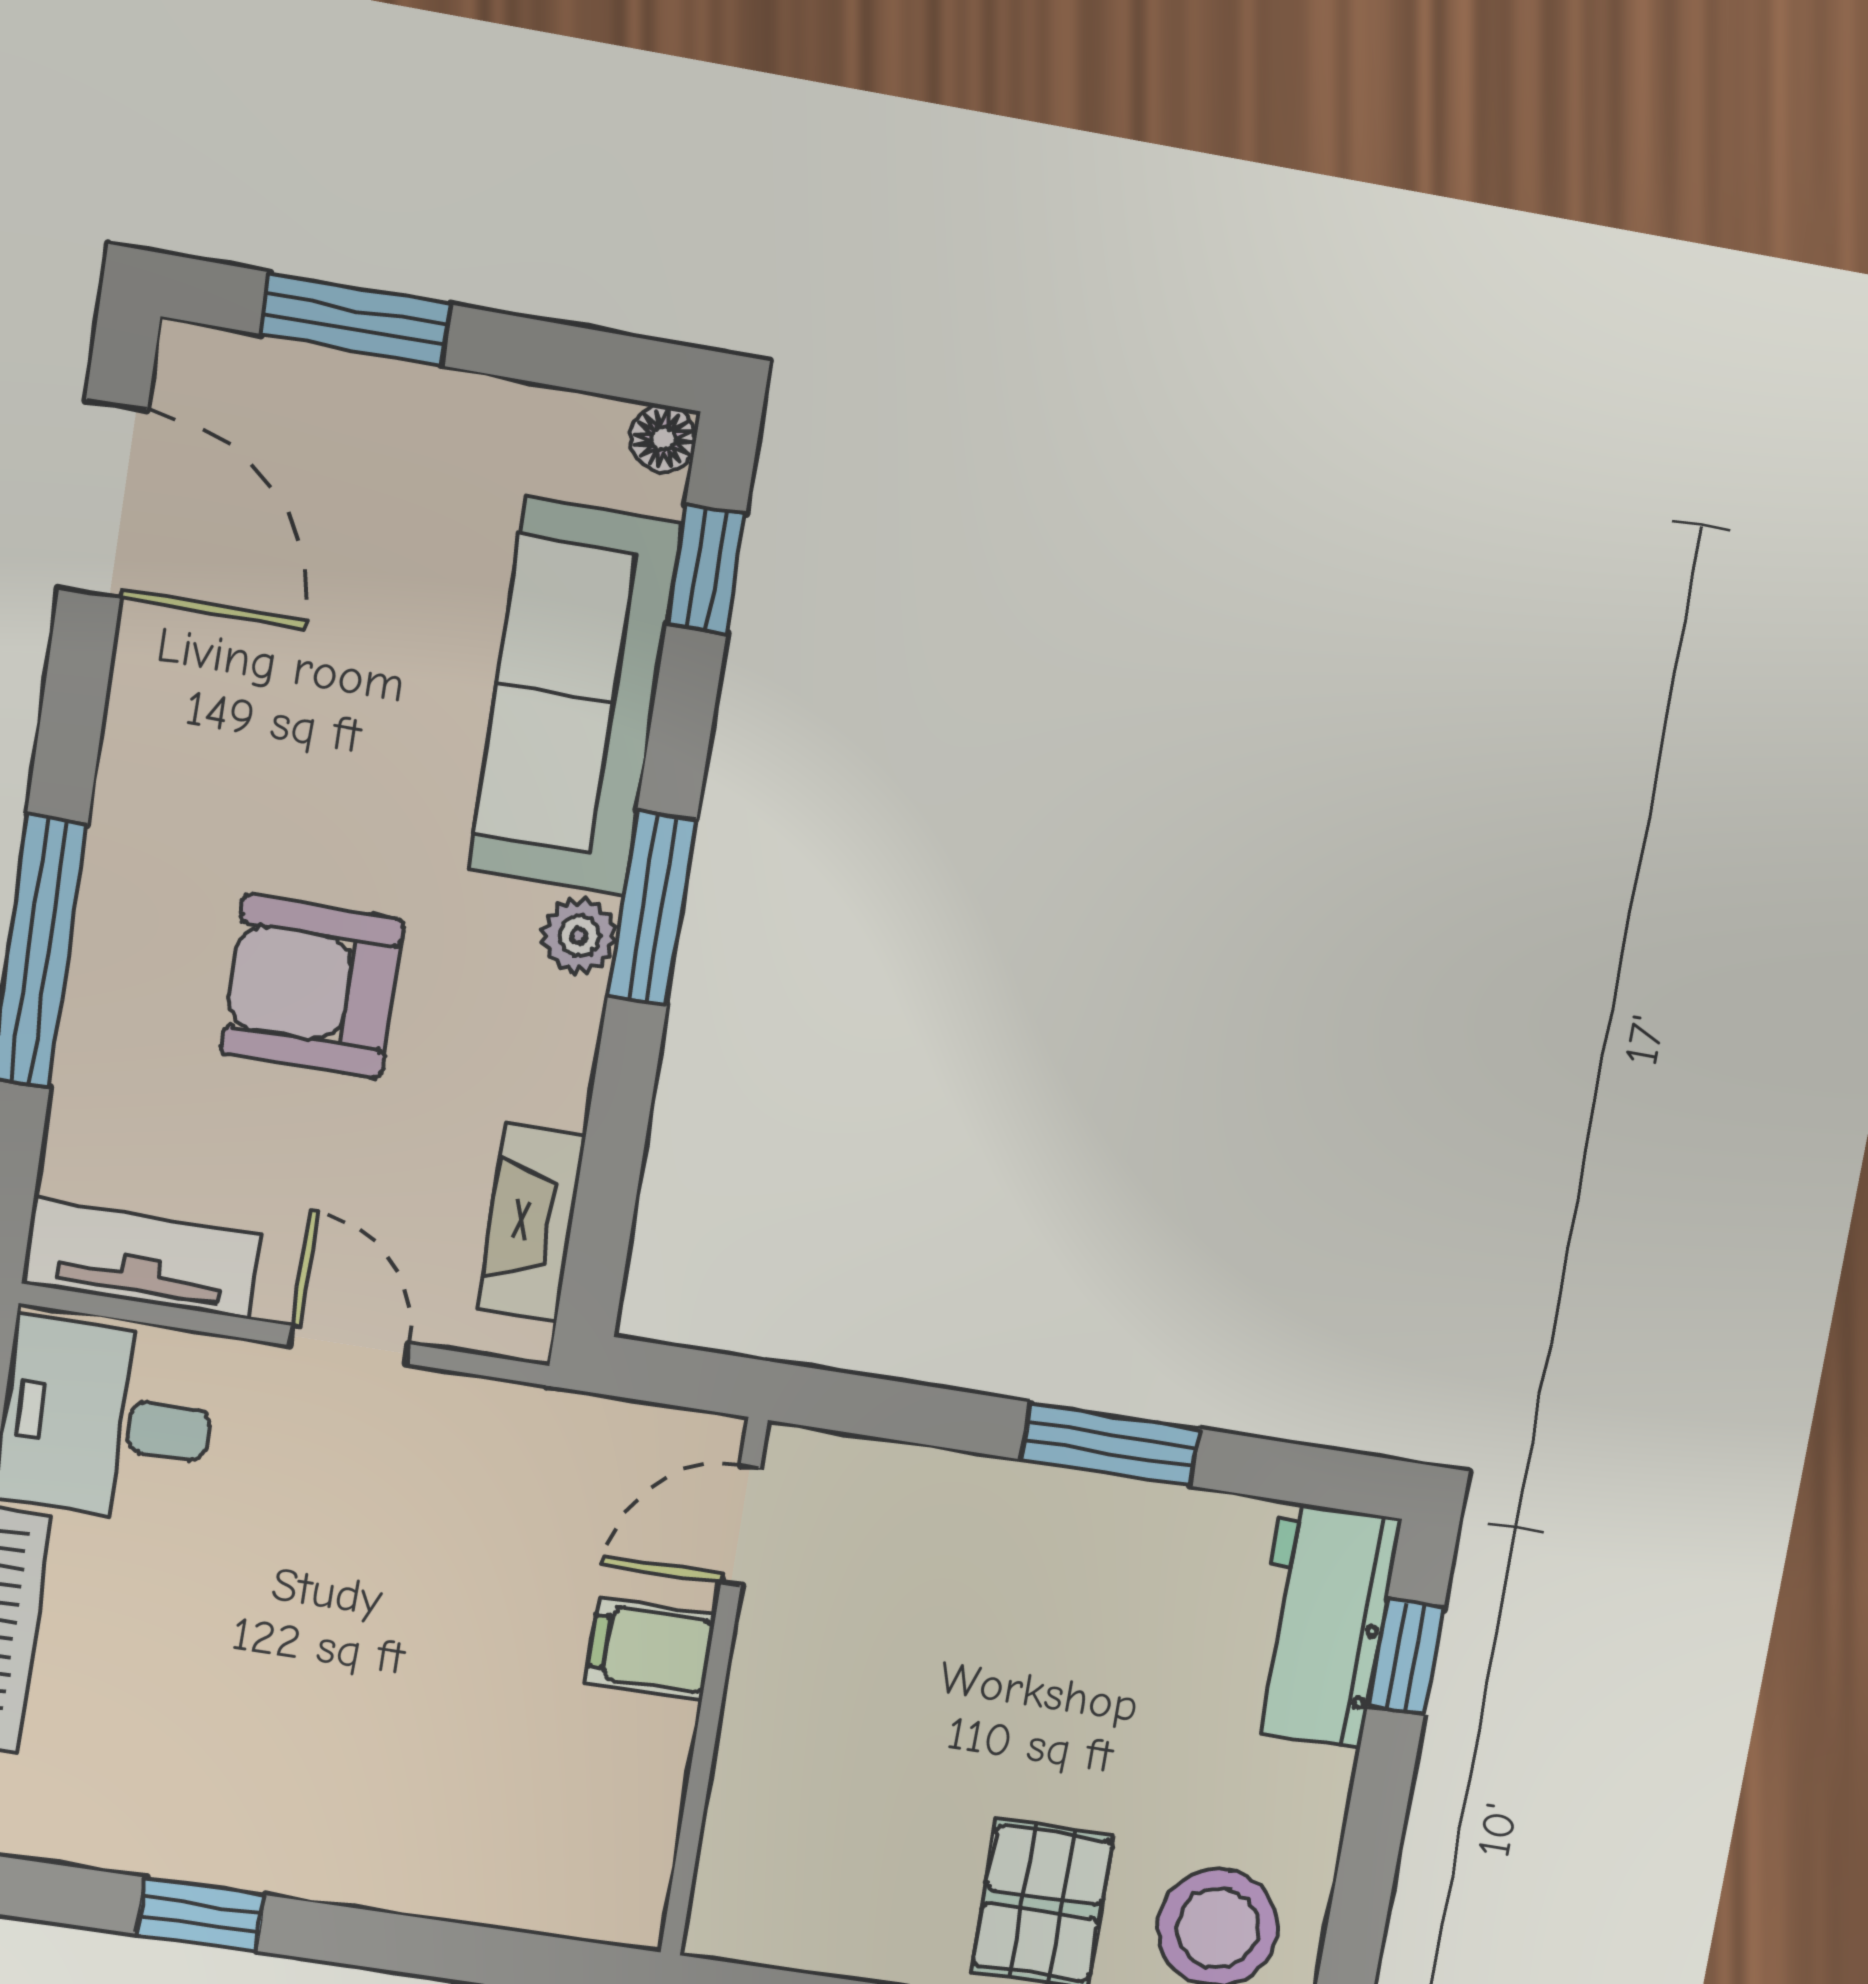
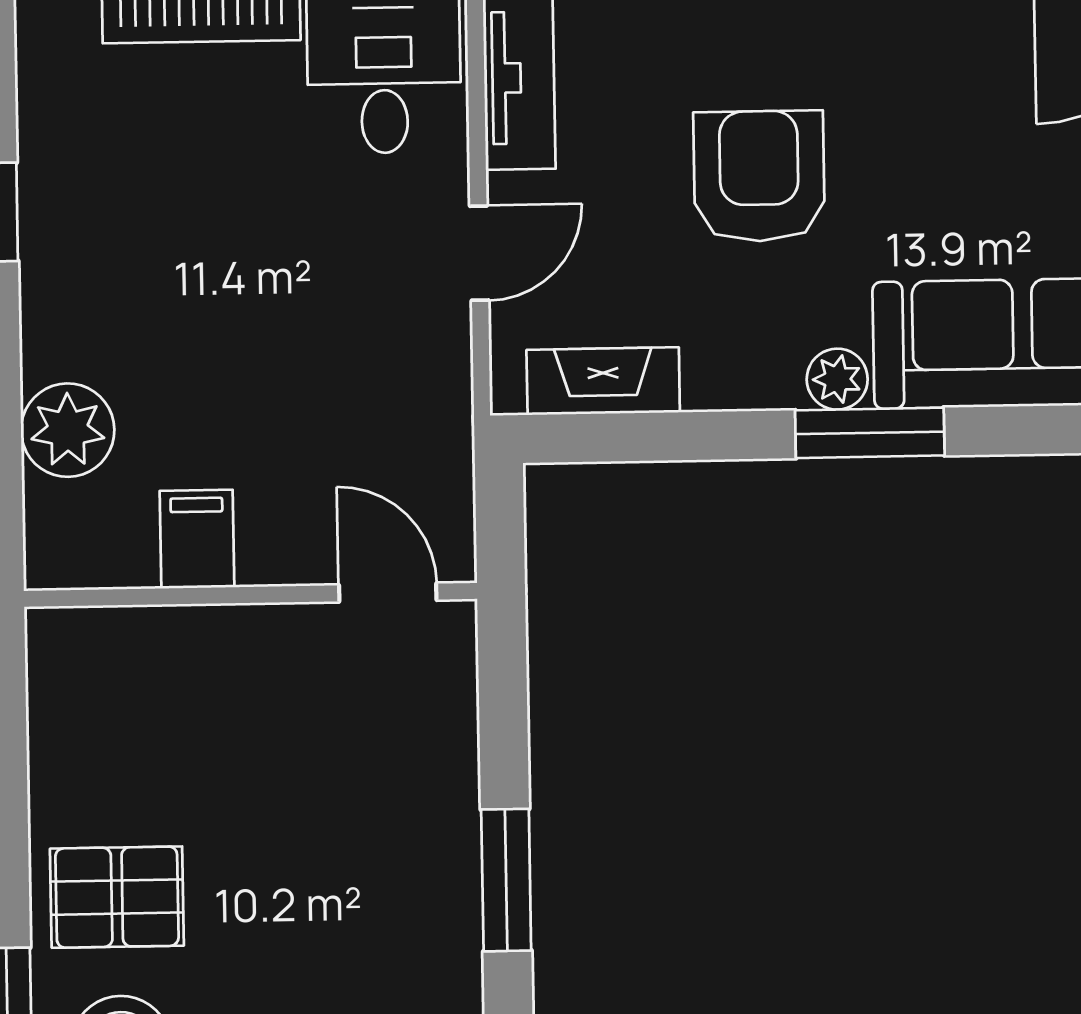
filing cabinet: (651, 1649) -> (197, 539), moved
plant: (478, 1870) -> (68, 430), added

